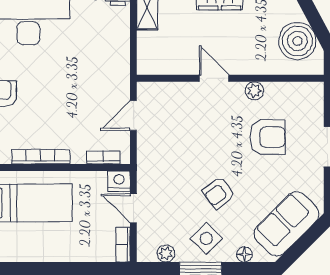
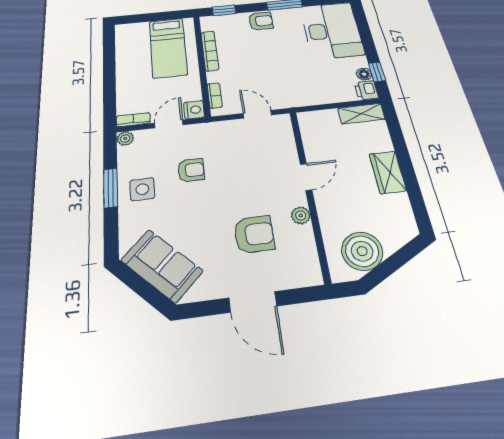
armchair: (268, 137) -> (254, 234), turned -90
armchair: (219, 193) -> (191, 170), moved, turned 126
side table: (206, 238) -> (142, 189), turned 45
plant: (166, 253) -> (125, 138), moved
floor lamp: (244, 254) -> (126, 227), removed

